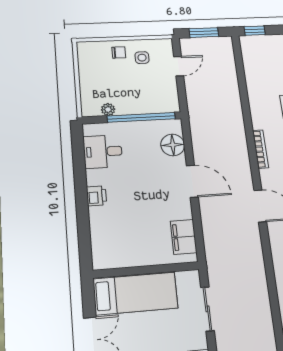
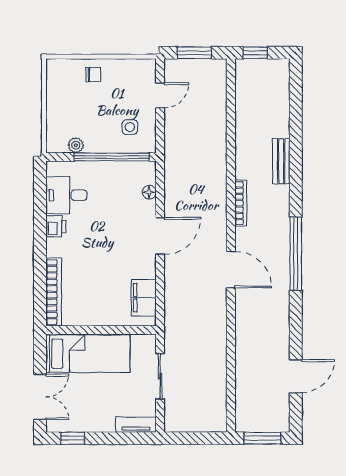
side table: (142, 58) -> (130, 127), moved
floor lamp: (173, 145) -> (149, 192), width x0.53, depth x0.53
door: (192, 181) -> (160, 236), hinge flipped
printer: (96, 196) -> (56, 226), moved
bookcase: (98, 238) -> (54, 292), added

